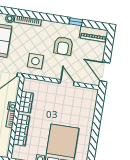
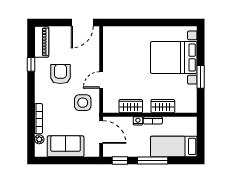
armchair: (63, 46) -> (60, 74), turned -90
door: (67, 83) -> (101, 80), moved
wardrobe: (21, 130) -> (163, 106), width x0.67

